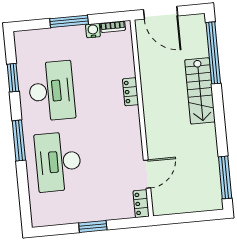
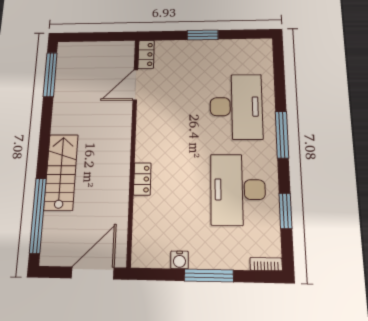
door: (161, 13) -> (93, 273), hinge flipped
bookcase: (113, 27) -> (266, 264), moved

